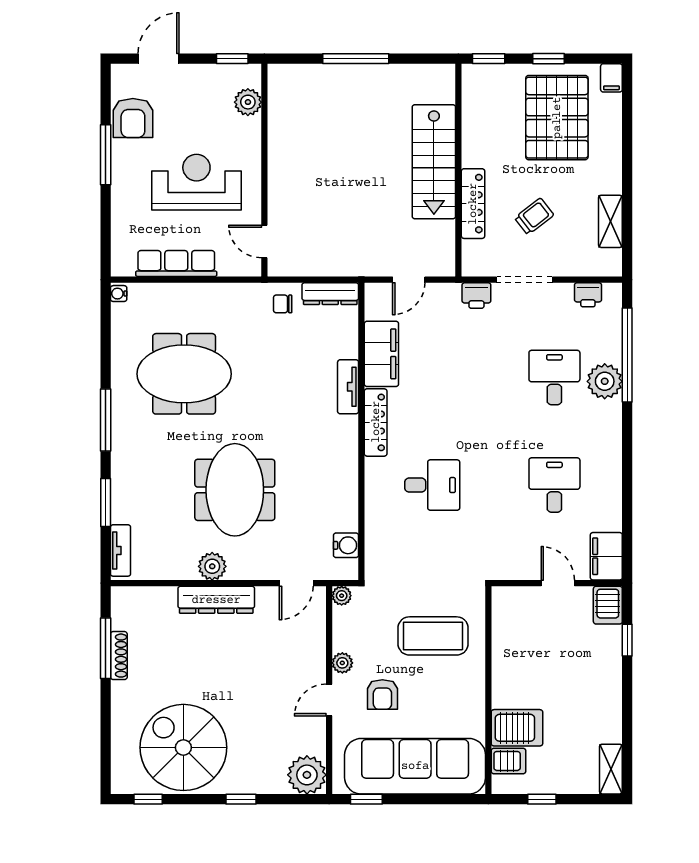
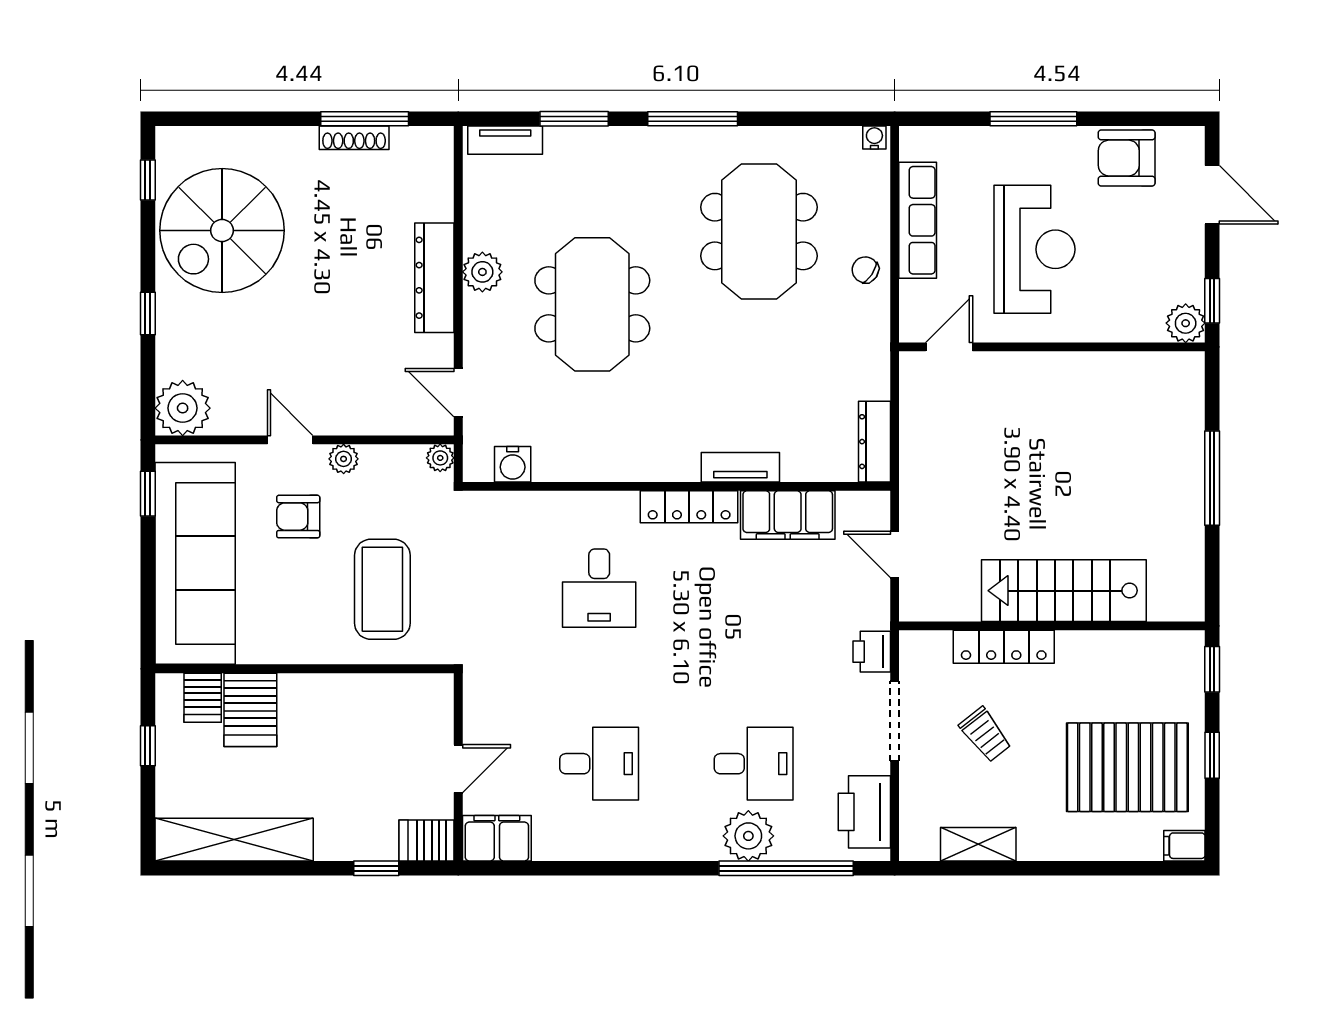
plant: (248, 102) -> (1186, 323), moved
window: (106, 155) -> (1033, 119), moved
printer: (588, 295) -> (864, 812), width x1.87, depth x1.48
chair: (283, 304) -> (865, 270), moved, turned -56
meeting table: (235, 490) -> (592, 304), turned 90
spiral stairs: (183, 747) -> (222, 230), turned 180
shelving: (611, 769) -> (234, 840), width x2.20, depth x1.33

